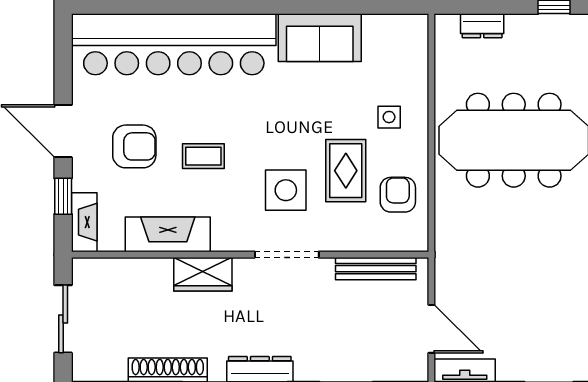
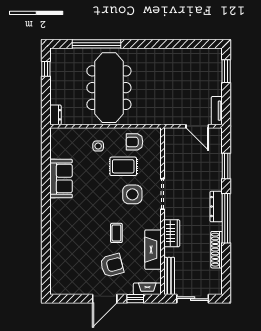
dresser: (482, 26) -> (55, 115), moved
bar counter: (174, 44) -> (64, 247), removed
armchair: (134, 146) -> (112, 265), turned 75
bench: (376, 269) -> (169, 276), moved
door: (431, 329) -> (197, 126), swing flipped

